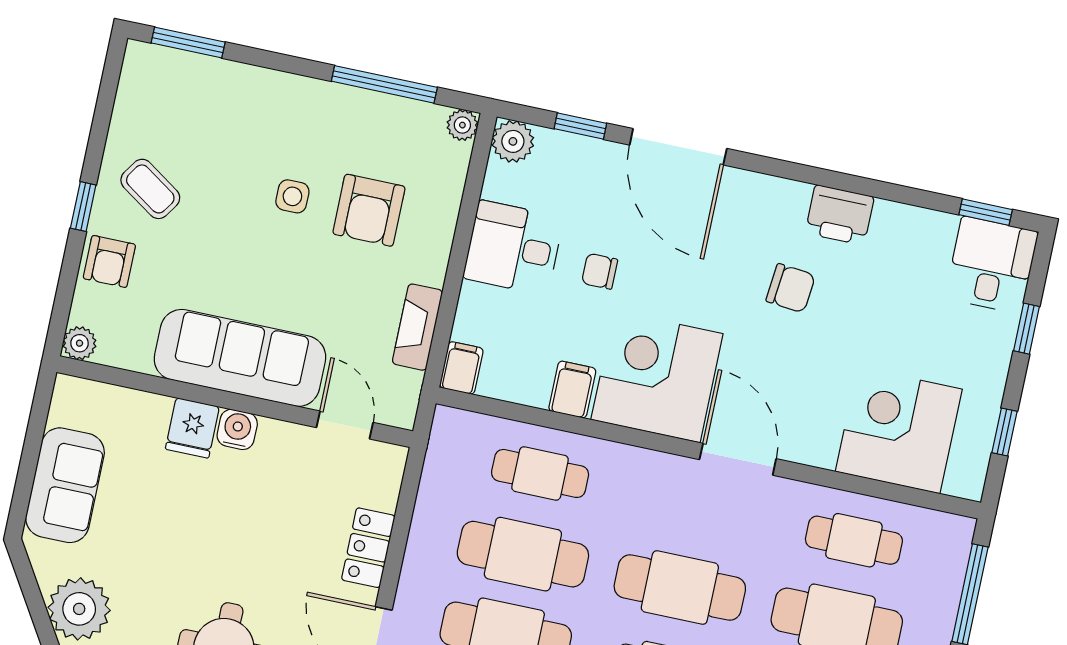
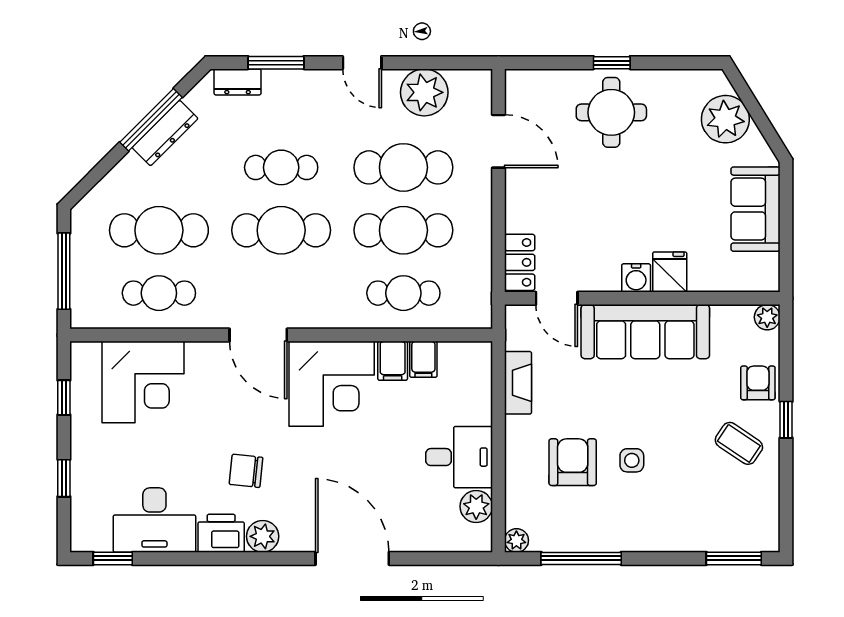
window: (580, 126) -> (428, 558), removed
plant: (513, 141) -> (476, 506), moved
plant: (787, 200) -> (263, 536), added
desk: (992, 265) -> (154, 520), moved, width x1.37
chair: (600, 271) -> (391, 453), removed
filing cabinet: (461, 368) -> (423, 359), moved
locker: (368, 548) -> (520, 262), moved

